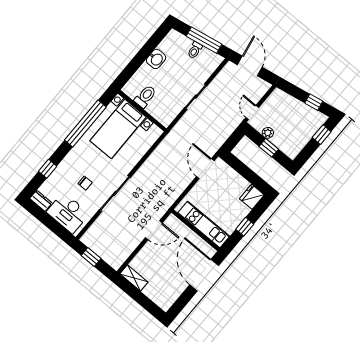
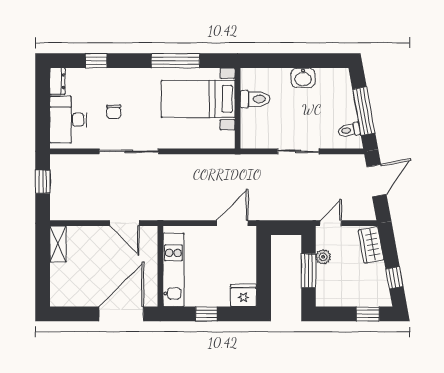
toilet: (195, 50) -> (349, 130), moved
wardrobe: (284, 100) -> (371, 245), added
window: (85, 123) -> (175, 61), width x0.68
window: (269, 148) -> (309, 271), width x1.50

